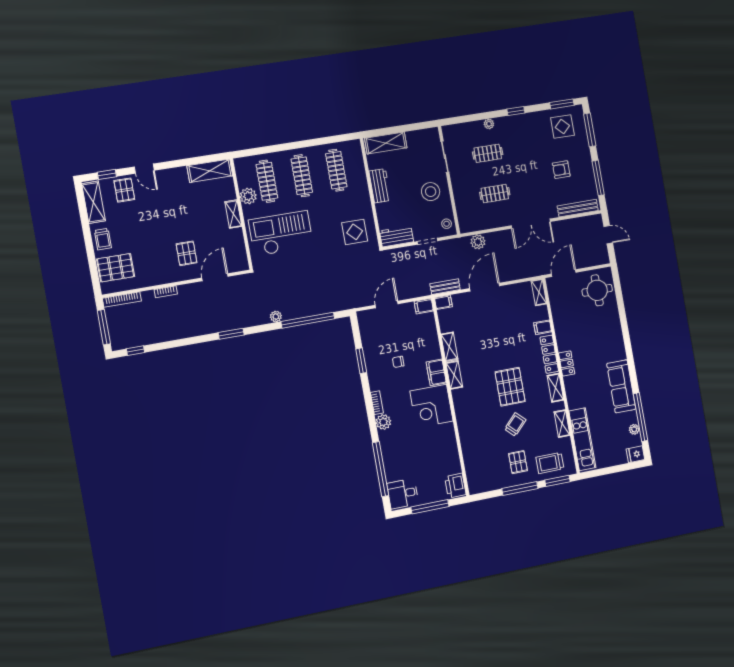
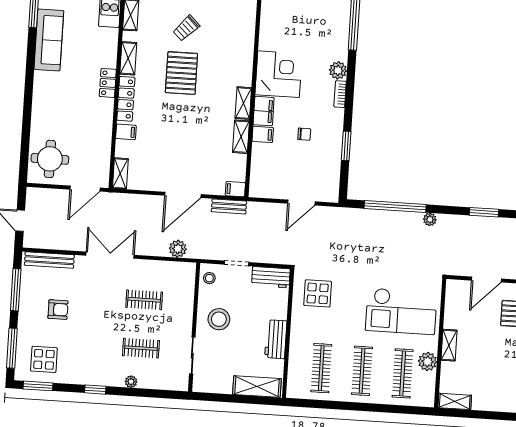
shelving: (210, 171) -> (455, 401), width x0.67, depth x0.75
filing cabinet: (424, 306) -> (263, 134), moved

